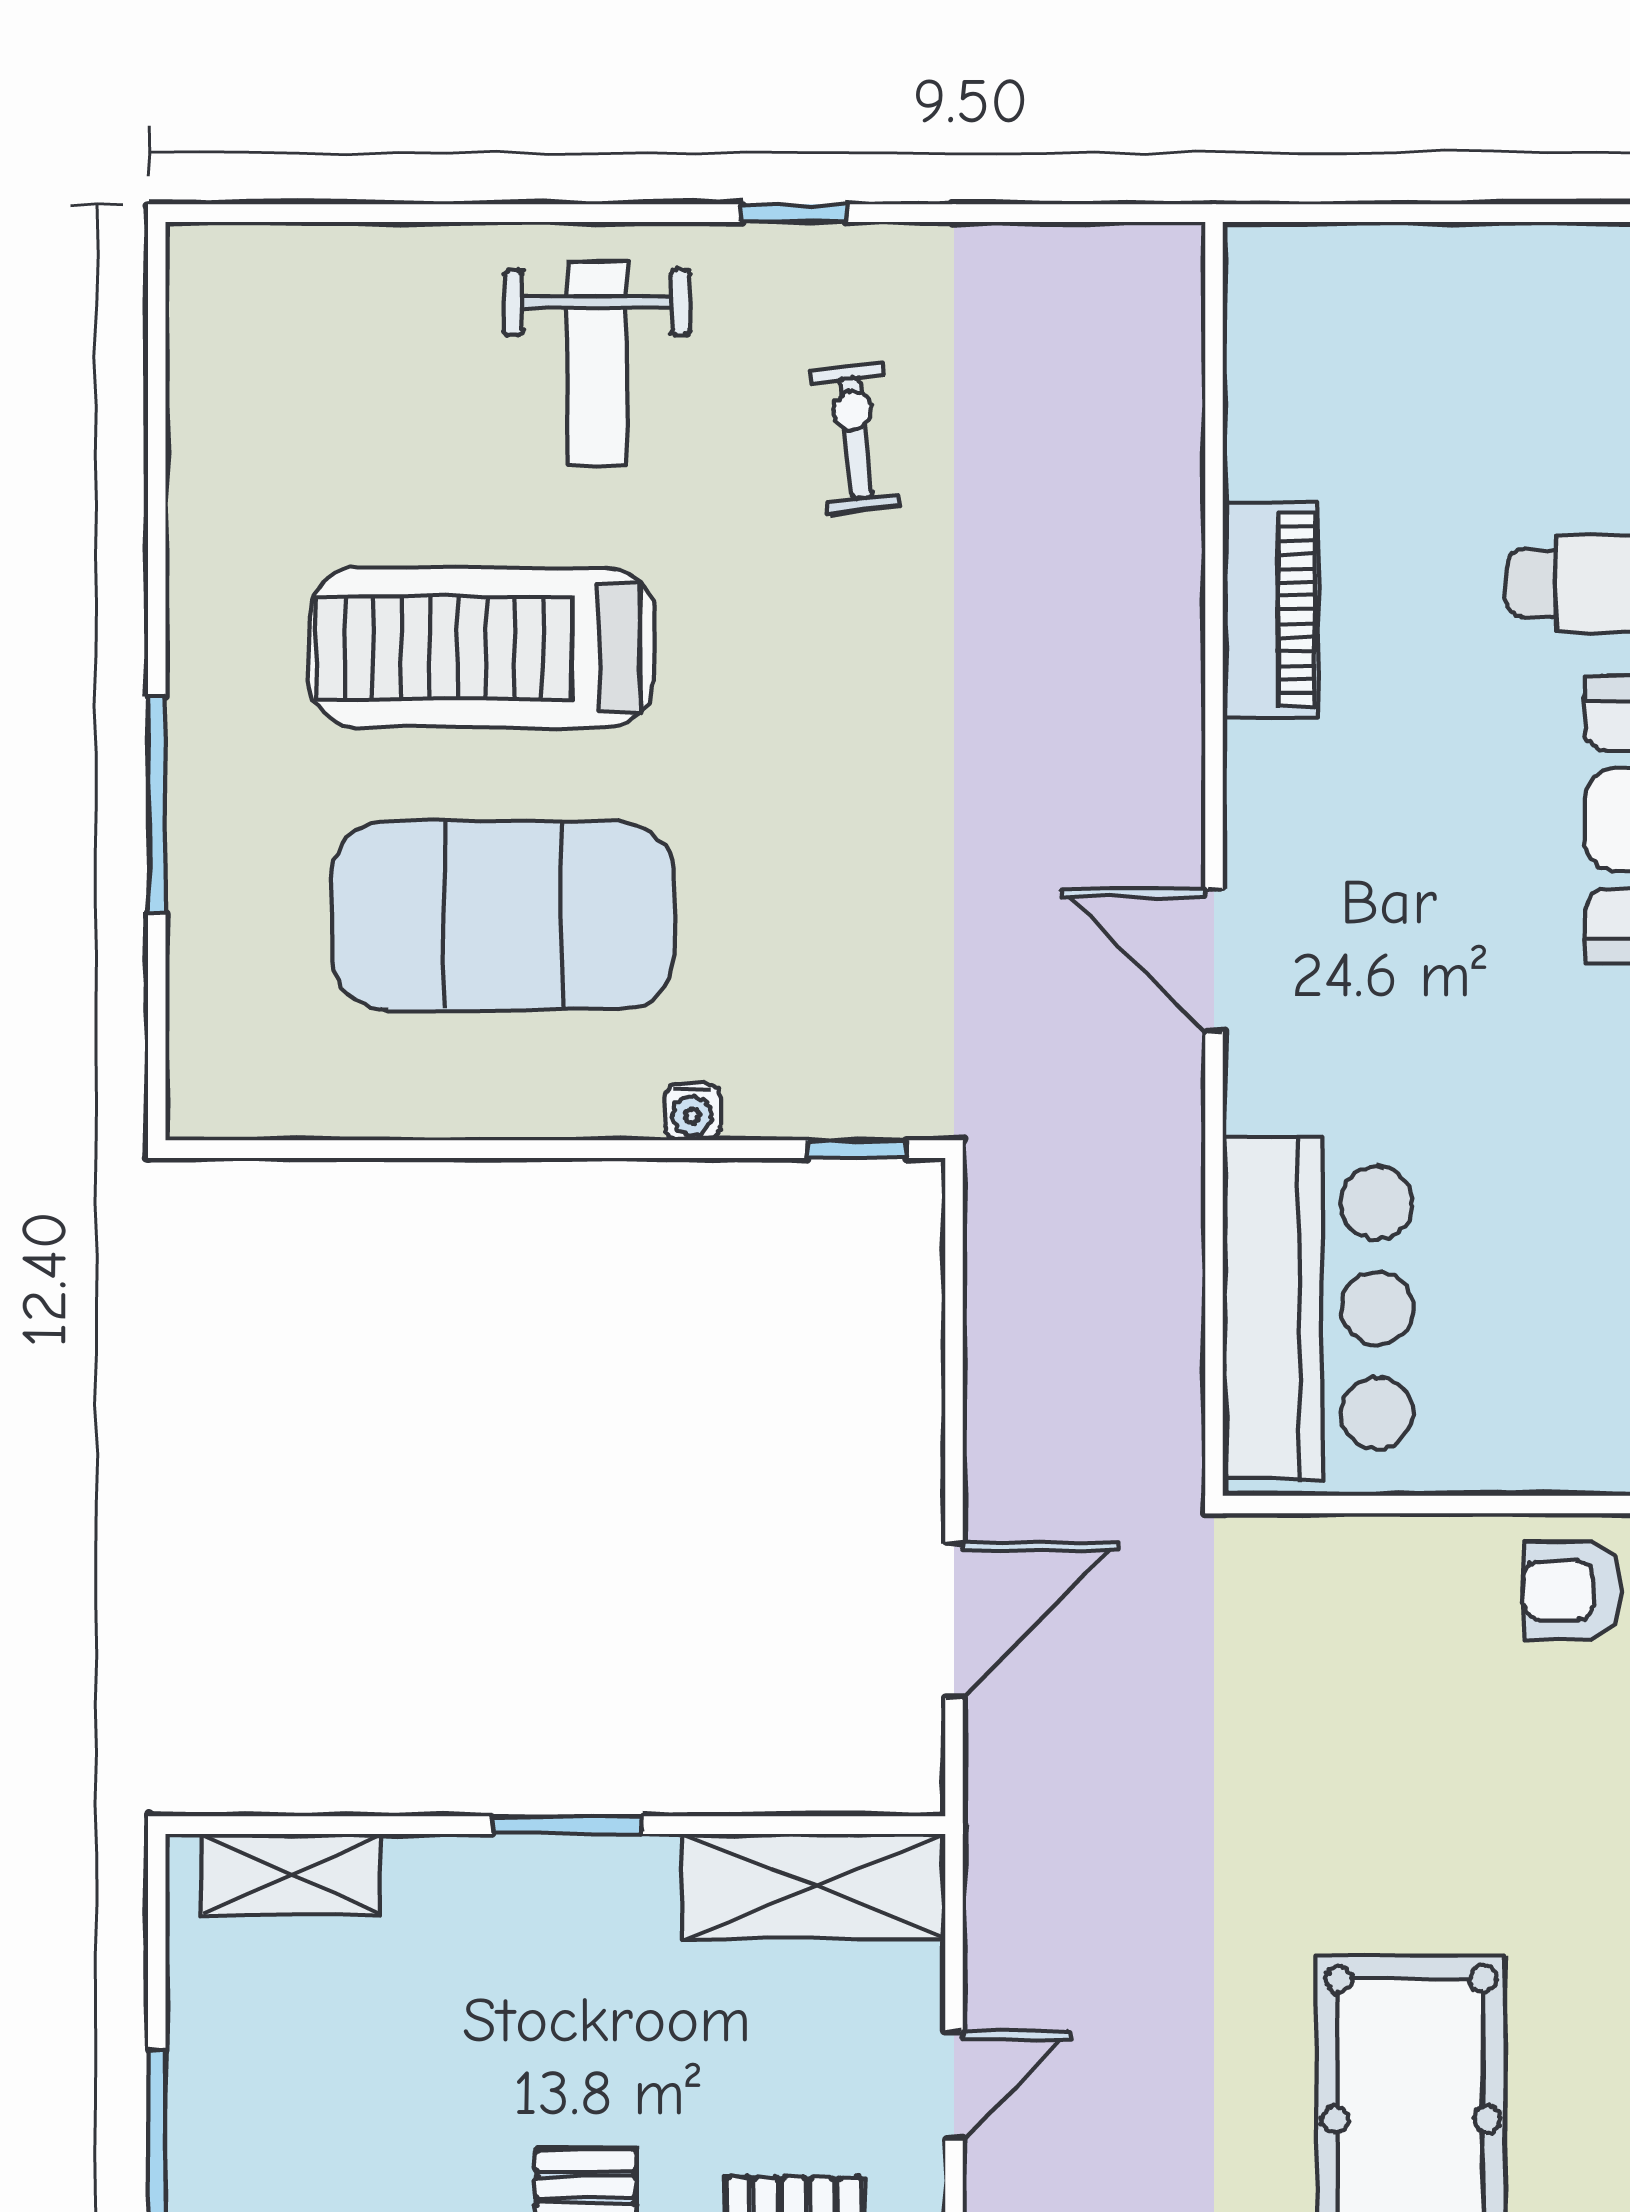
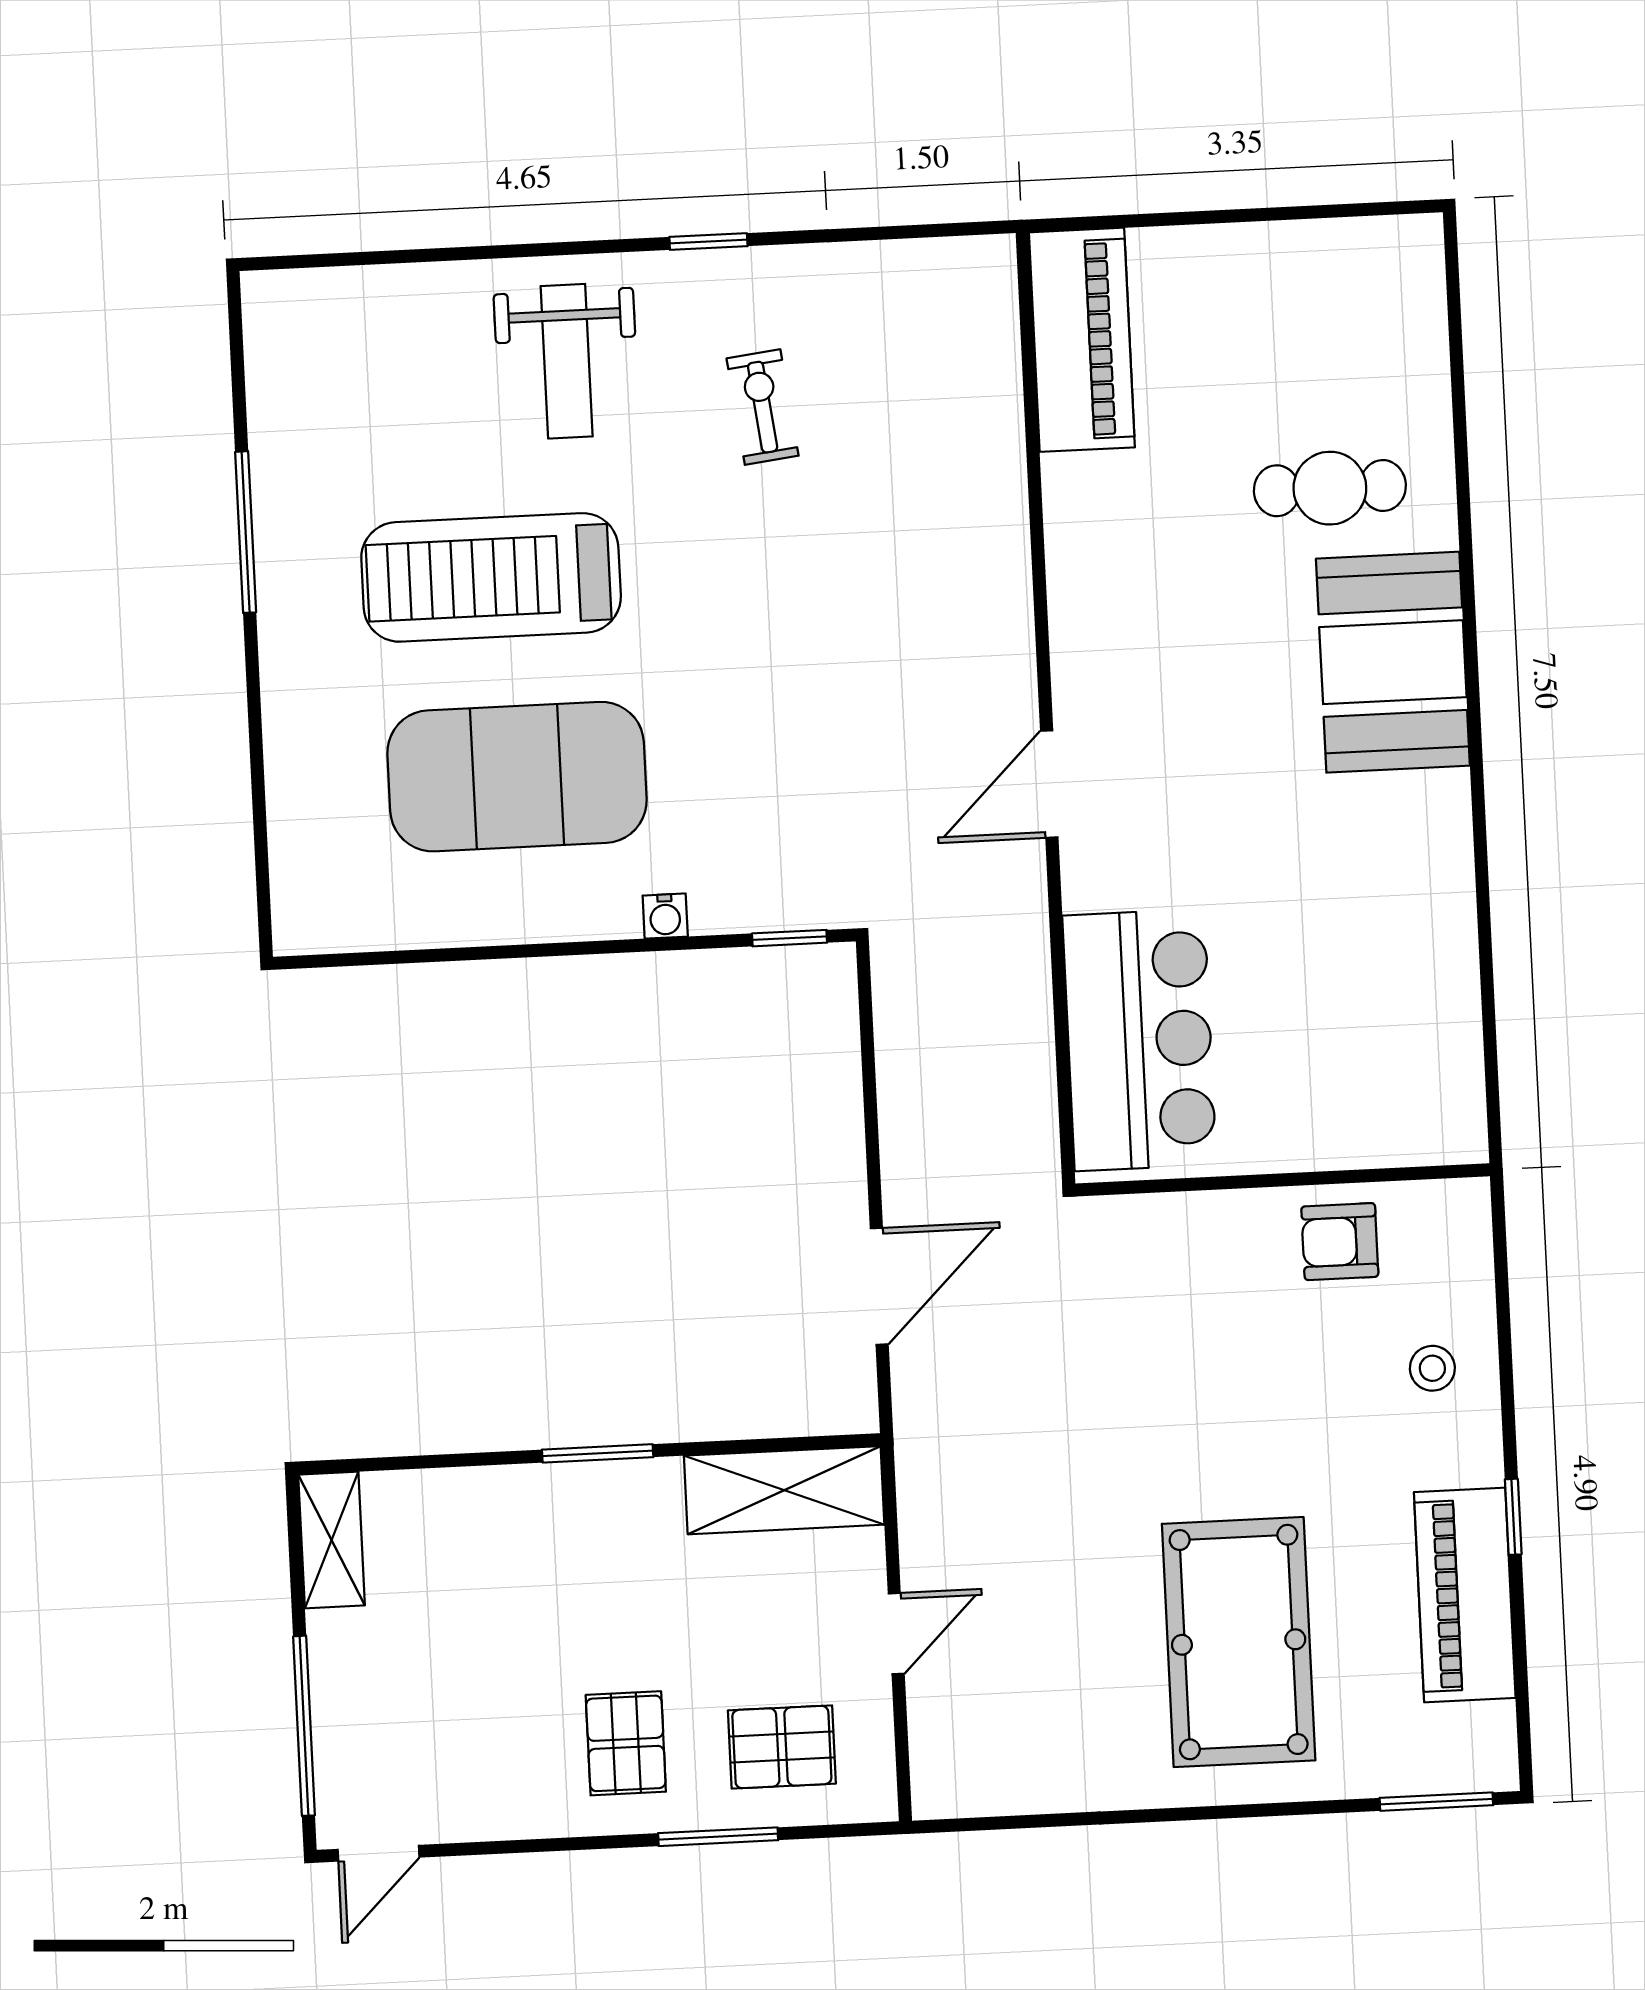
piano: (1271, 610) -> (1082, 340), moved, width x1.37, depth x1.33
window: (157, 804) -> (246, 532), moved
door: (1214, 960) -> (1049, 784), hinge flipped
shelving: (291, 1874) -> (332, 1540), moved, turned 90

